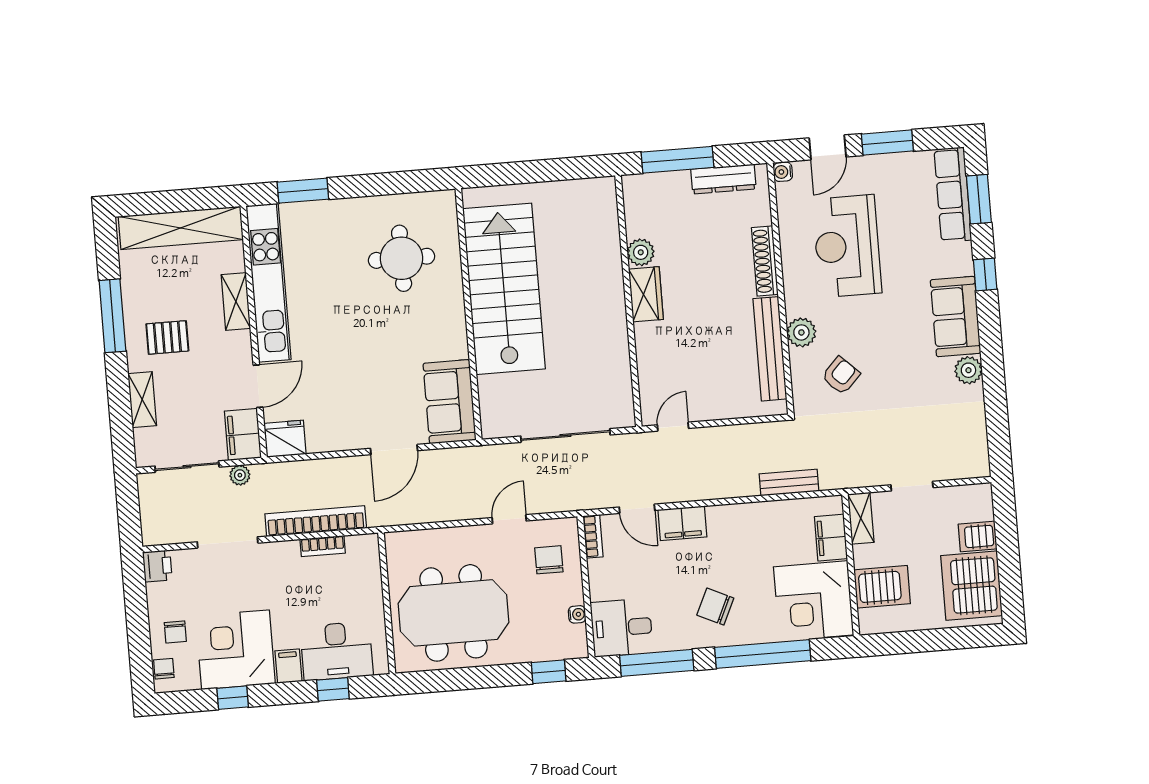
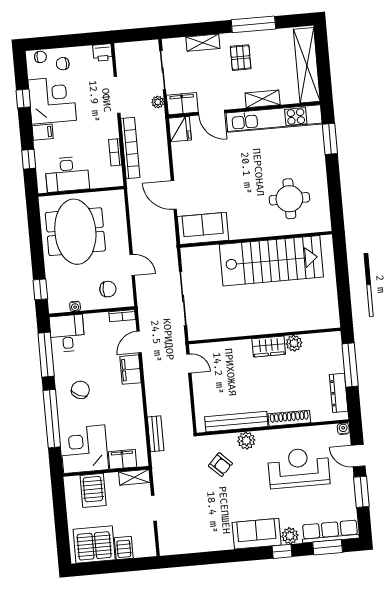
plant: (968, 370) -> (290, 536), moved
desk: (337, 651) -> (67, 174), moved, turned -90

